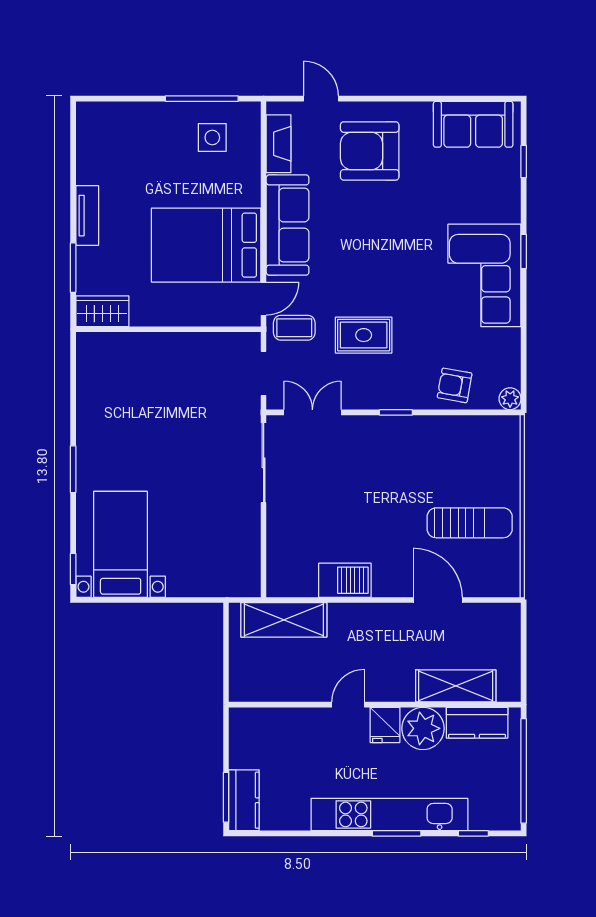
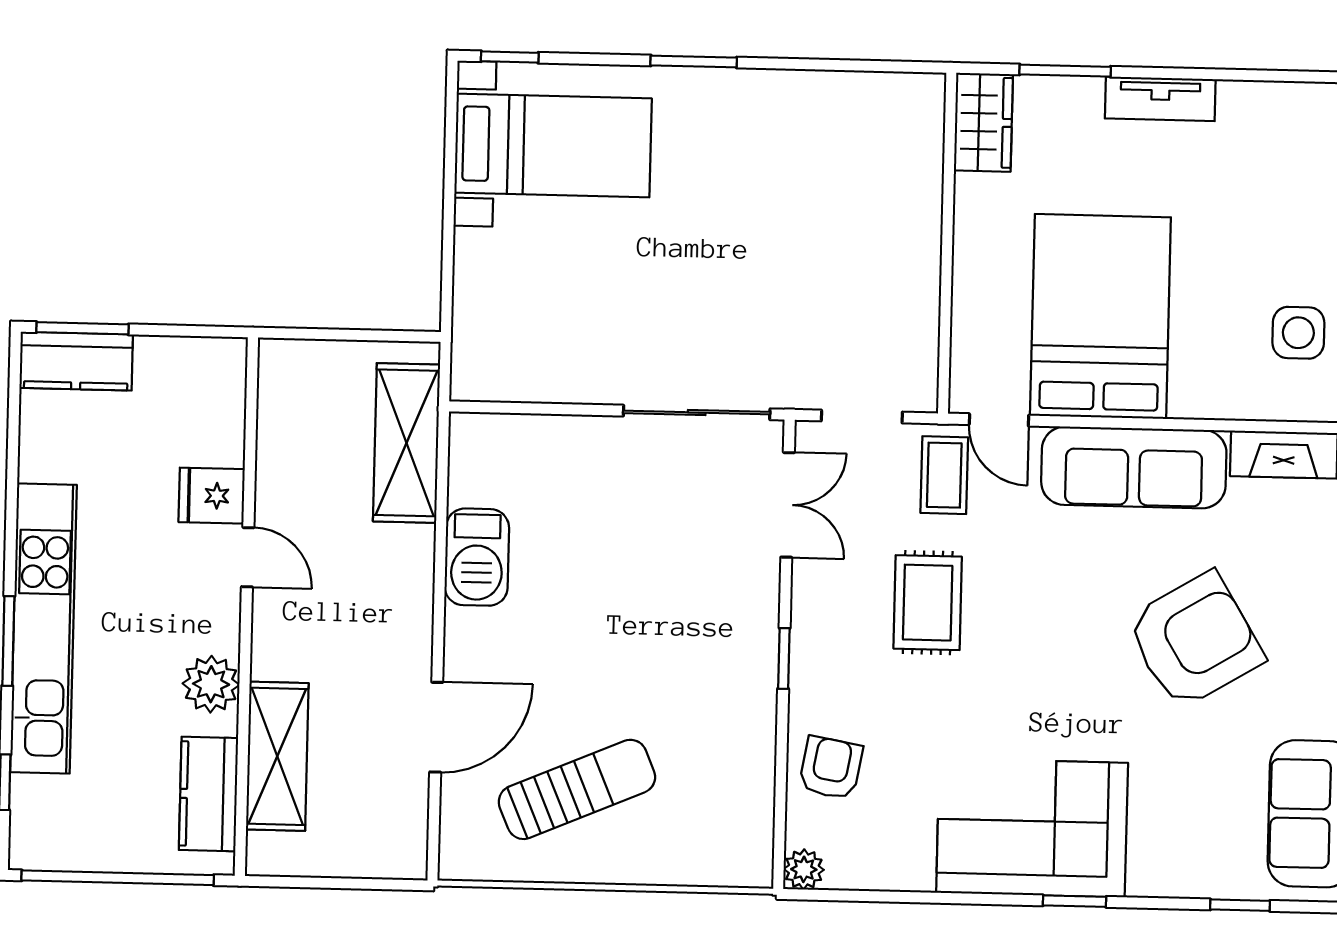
armchair: (370, 151) -> (1195, 640), moved, turned 59
sun lounger: (470, 523) -> (577, 789), turned -113
fridge: (385, 725) -> (212, 496), moved
plant: (423, 728) -> (211, 684), width x0.73, depth x0.73

